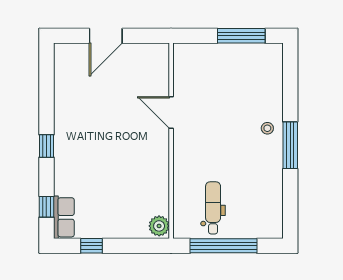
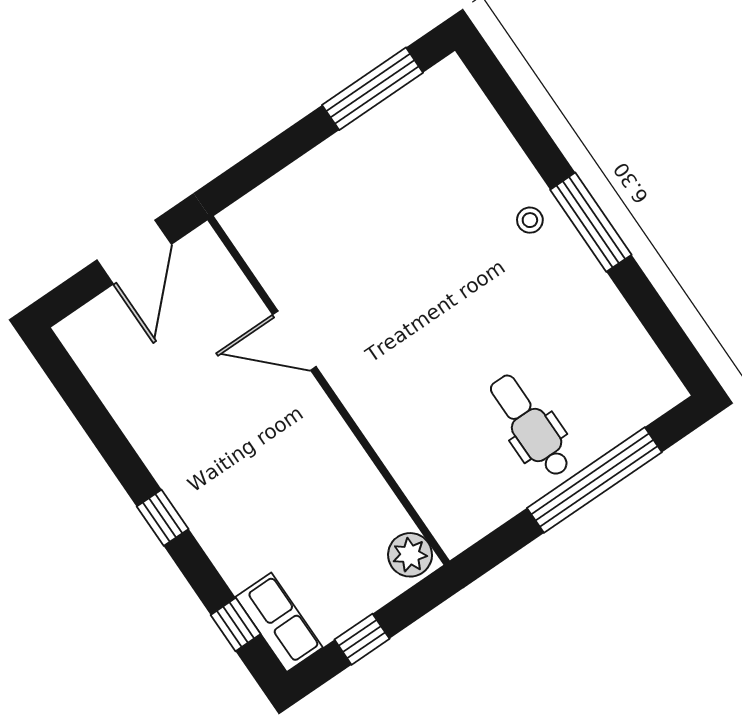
door: (171, 113) -> (294, 341), moved
wall: (171, 141) -> (329, 390), moved
plant: (159, 226) -> (410, 555), moved

